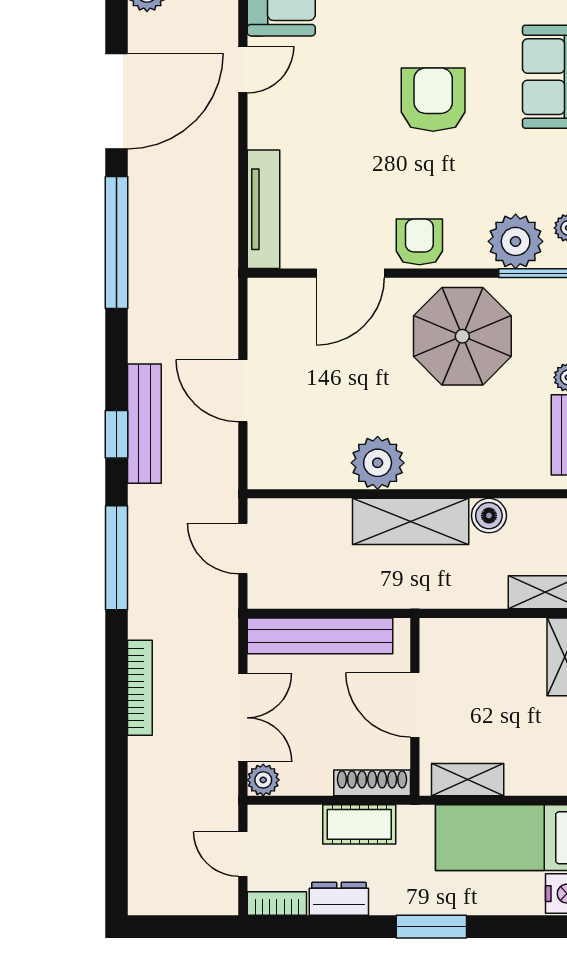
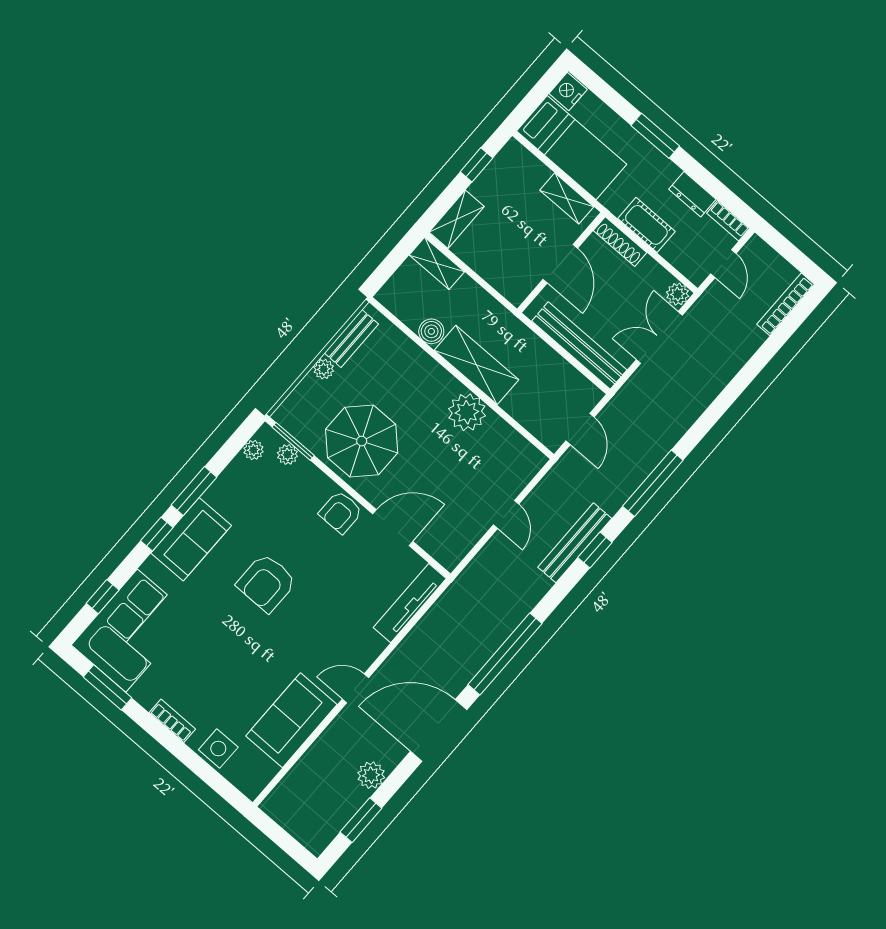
plant: (516, 241) -> (287, 454), width x0.53, depth x0.53
door: (243, 391) -> (506, 514), width x0.73
bookcase: (140, 688) -> (786, 304), moved

